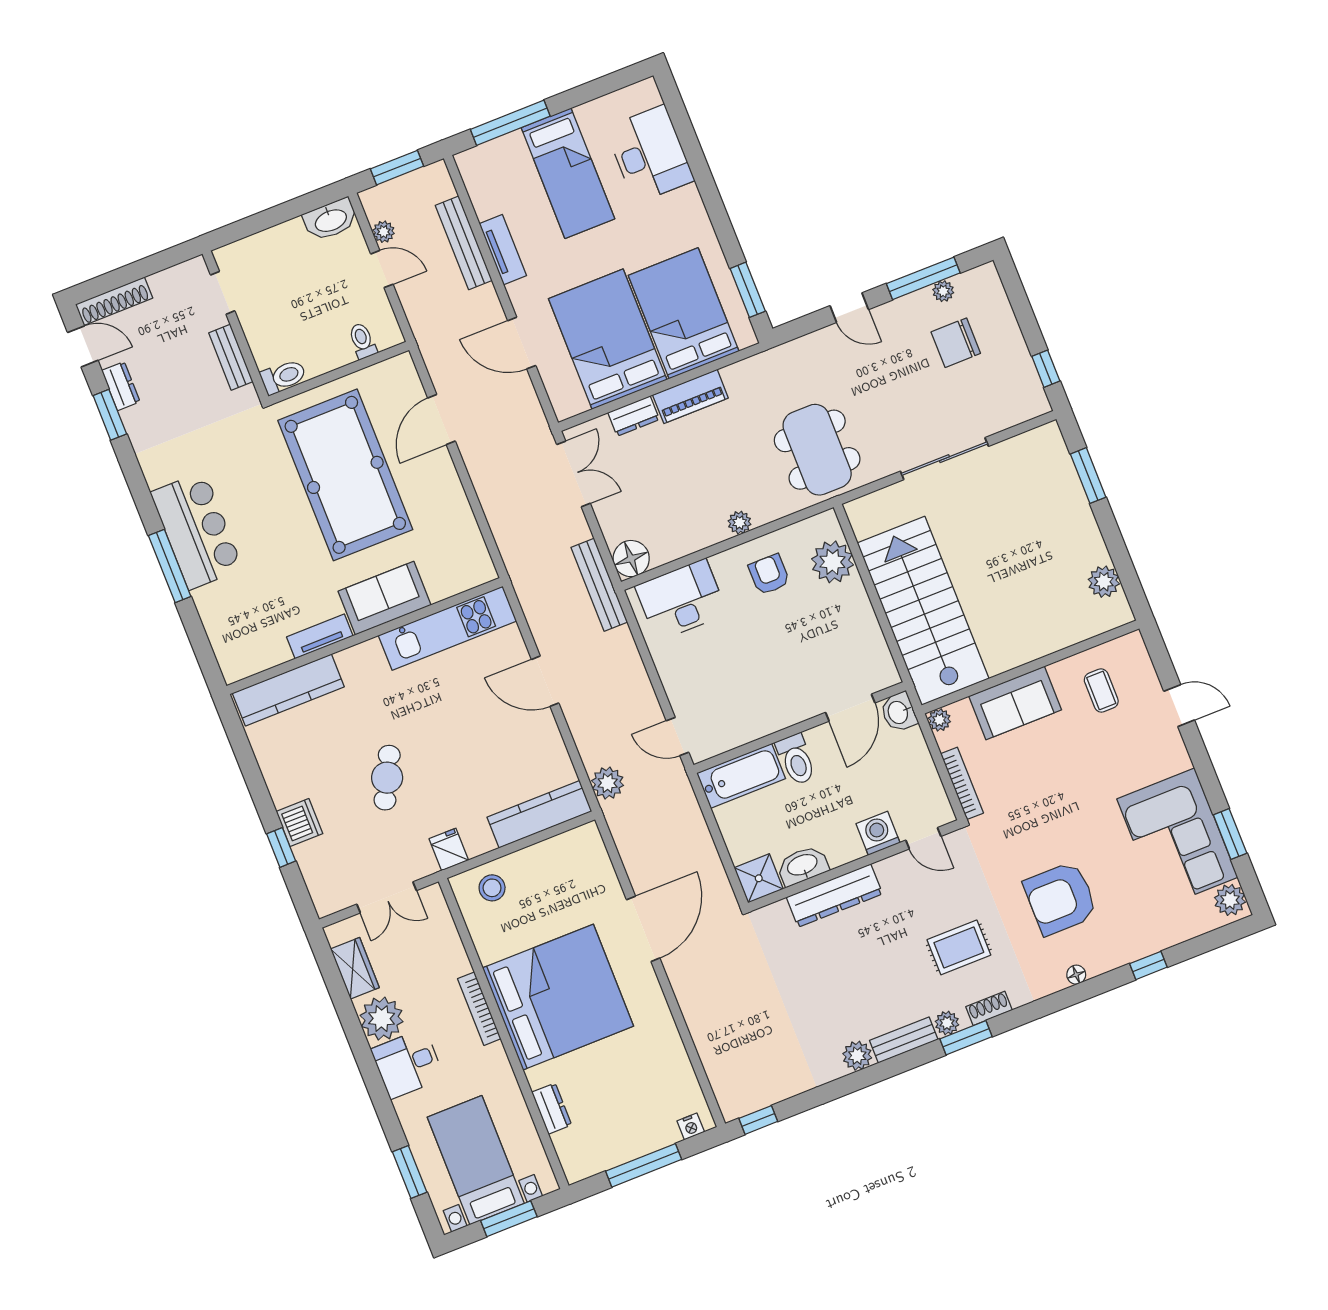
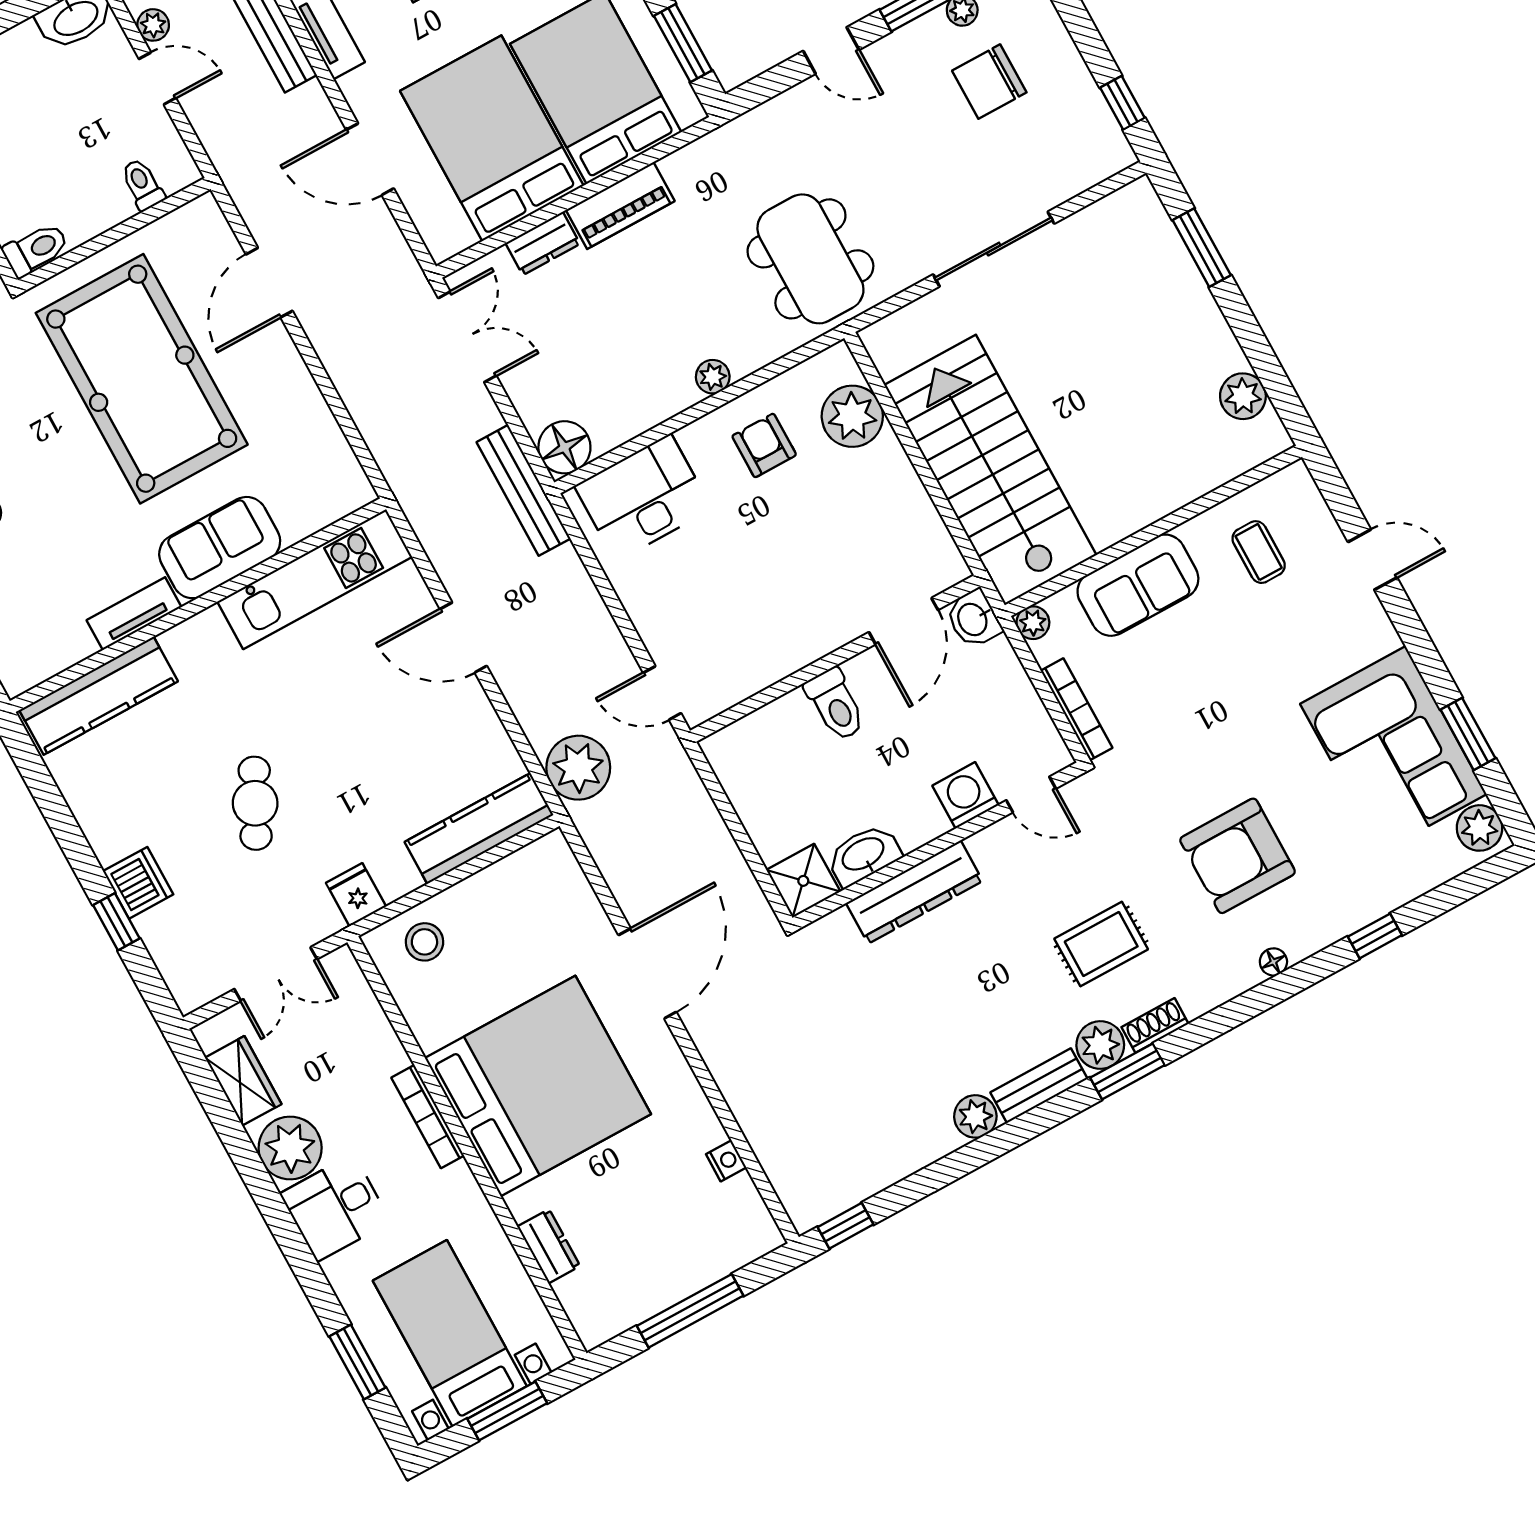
bathtub: (741, 776) -> (760, 738), removed
plant: (608, 783) -> (578, 768), width x1.36, depth x1.36
plant: (947, 1023) -> (1100, 1045), width x1.38, depth x1.38
nightstand: (691, 1126) -> (726, 1161), moved, turned -90

